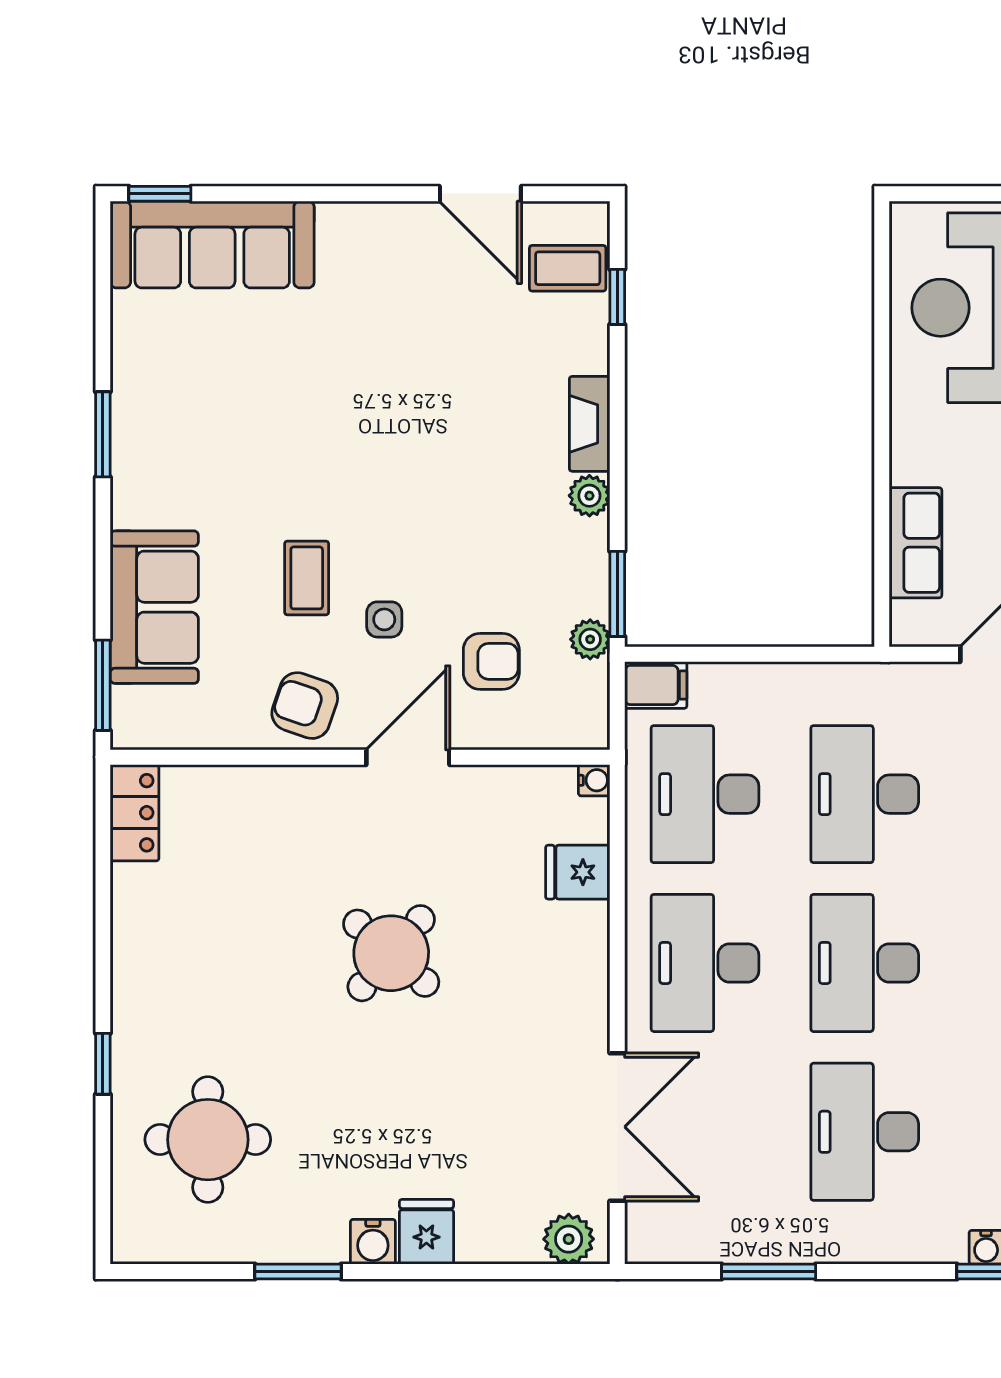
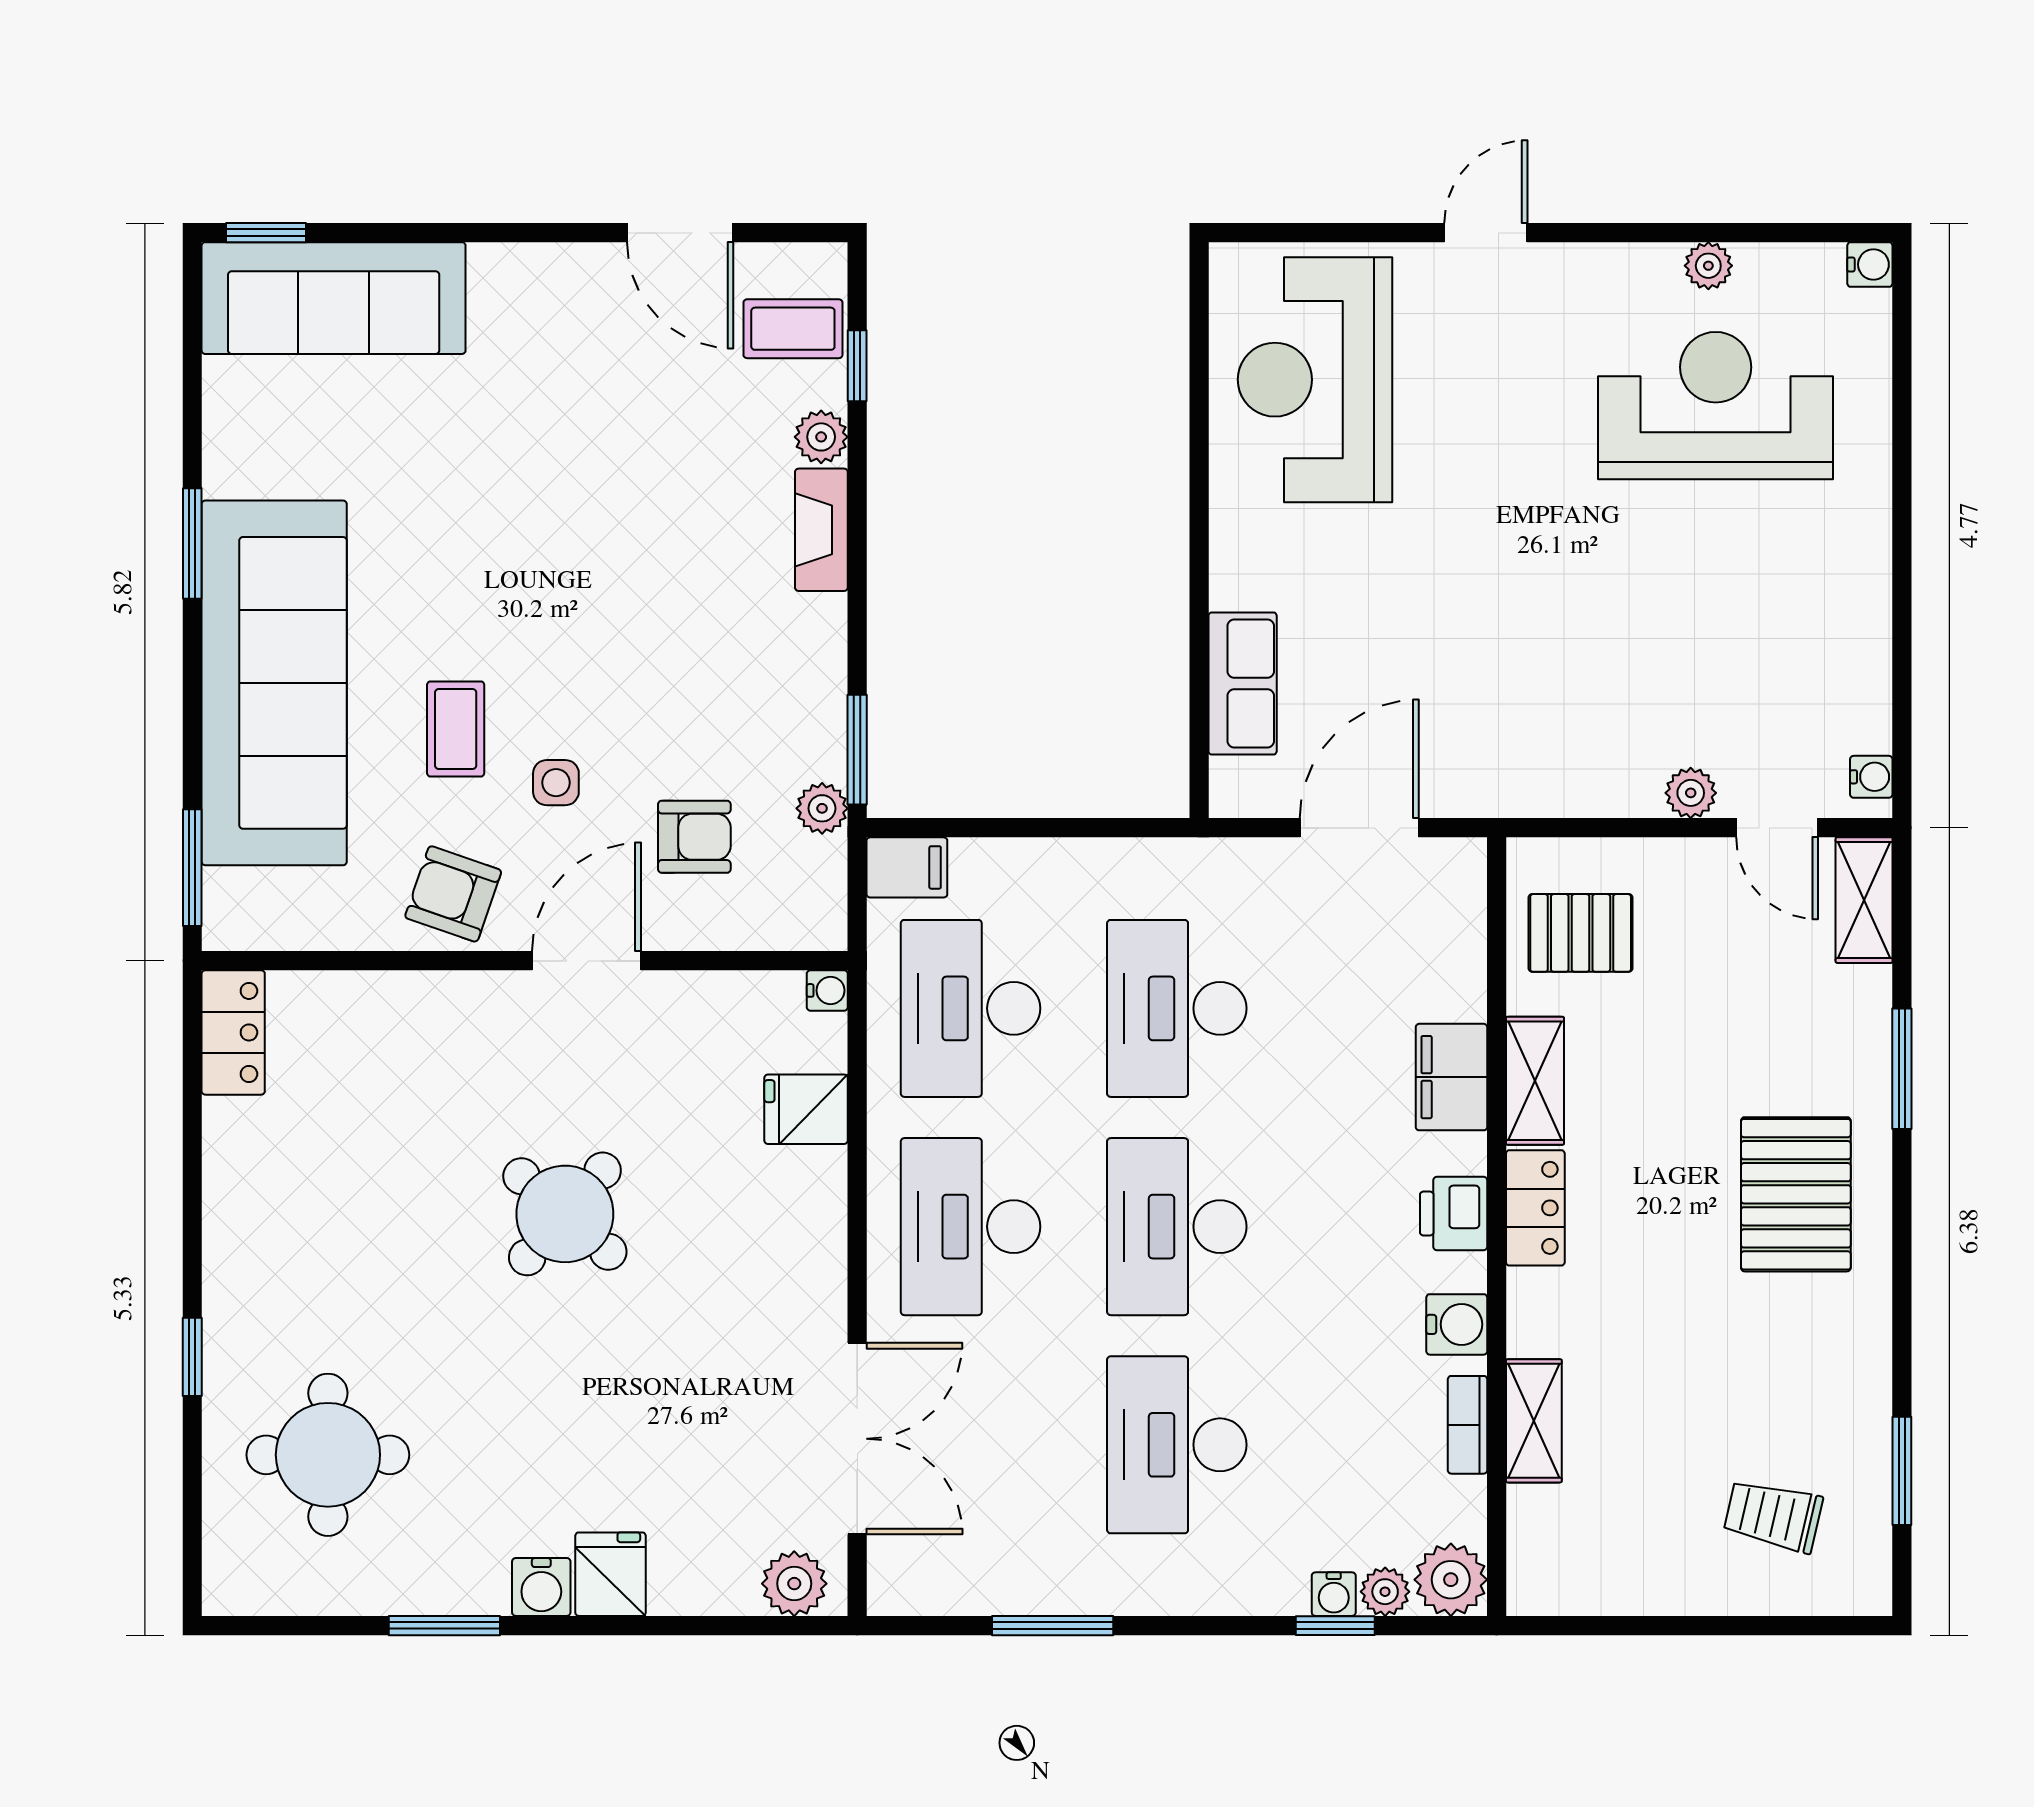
plant: (589, 496) -> (821, 437), moved
sofa: (154, 607) -> (274, 683), width x1.85, depth x1.27

